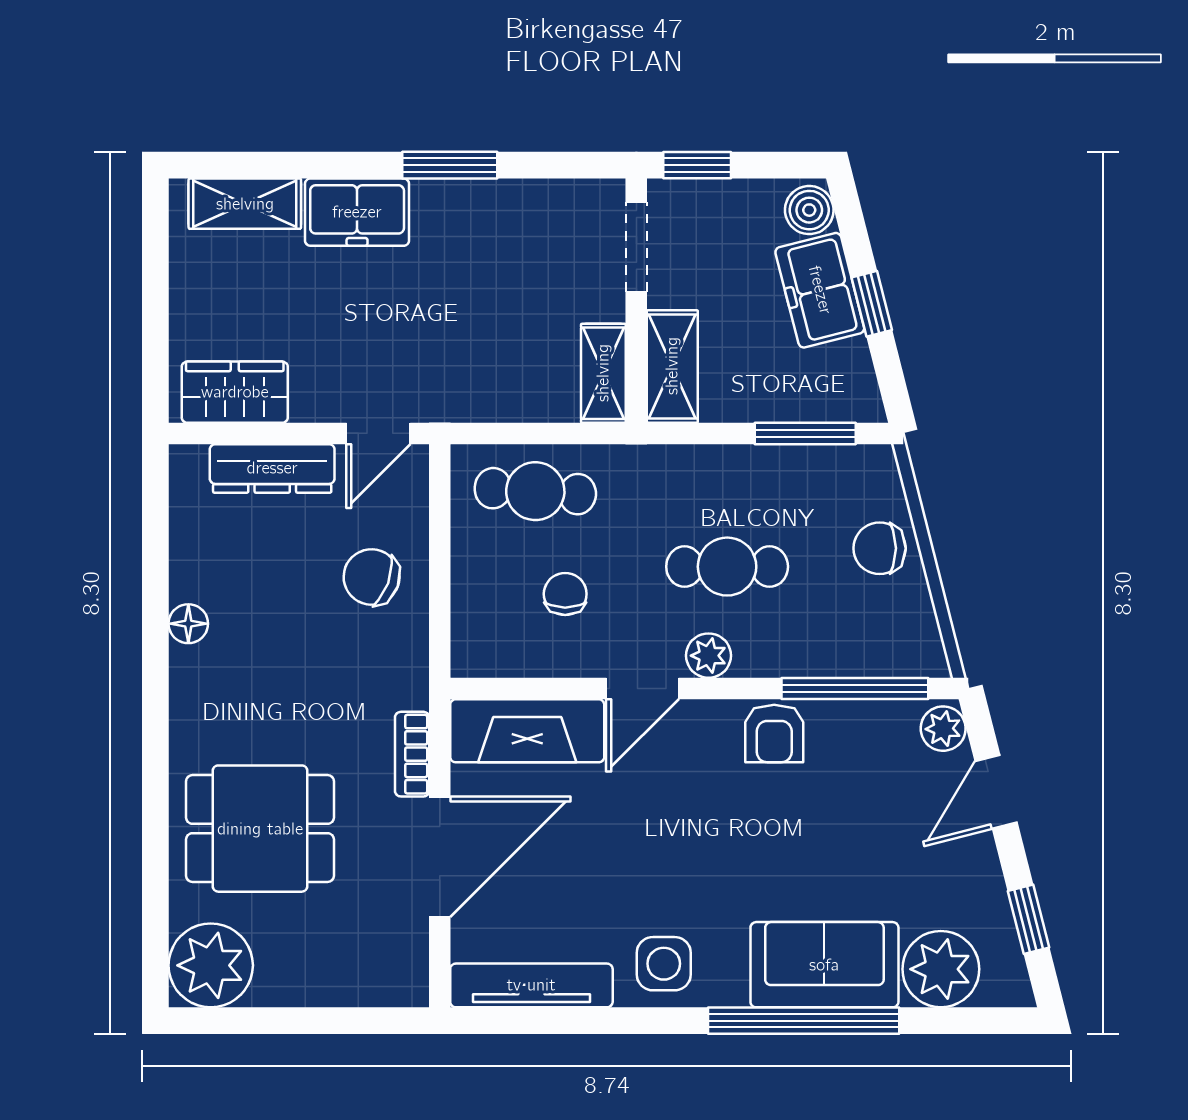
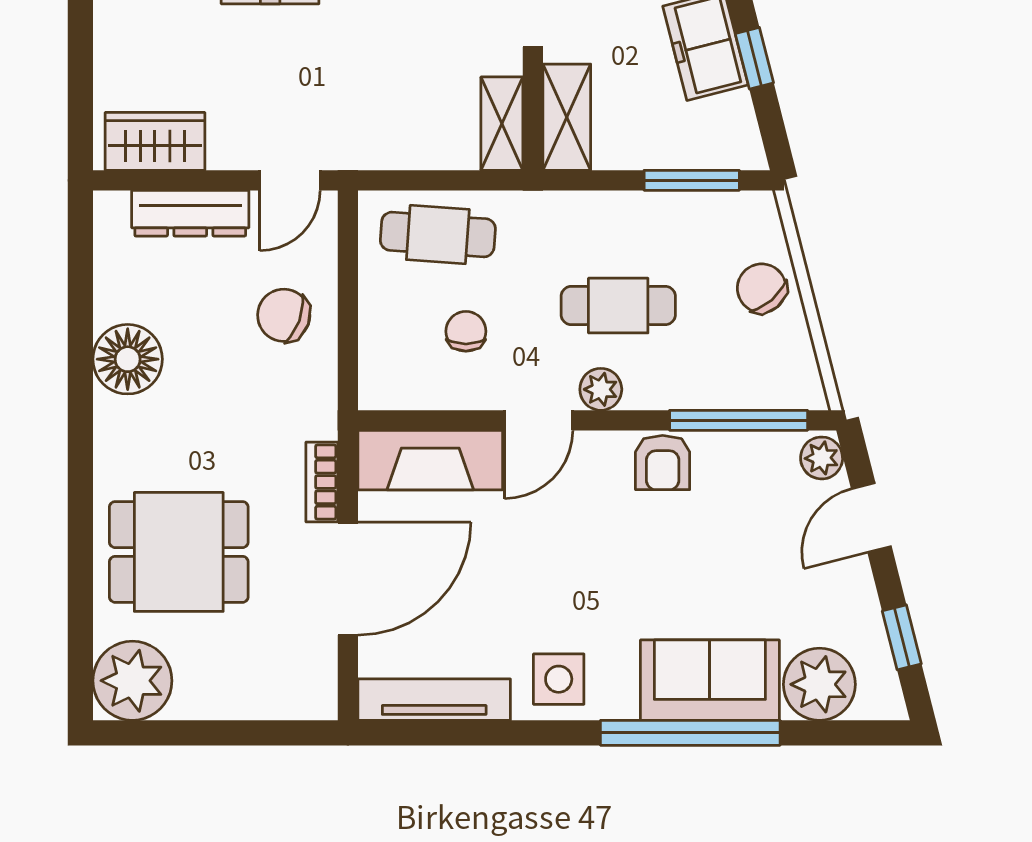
chair: (880, 548) -> (762, 288), turned 49
floor lamp: (188, 624) -> (128, 359), width x1.89, depth x1.89

